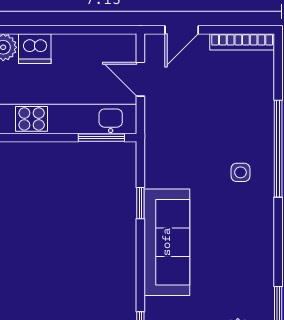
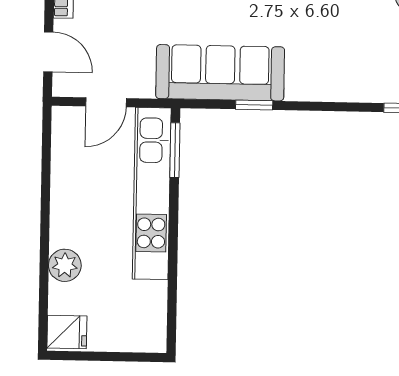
dishwasher: (35, 49) -> (67, 228), removed
sofa: (167, 242) -> (220, 73), moved

